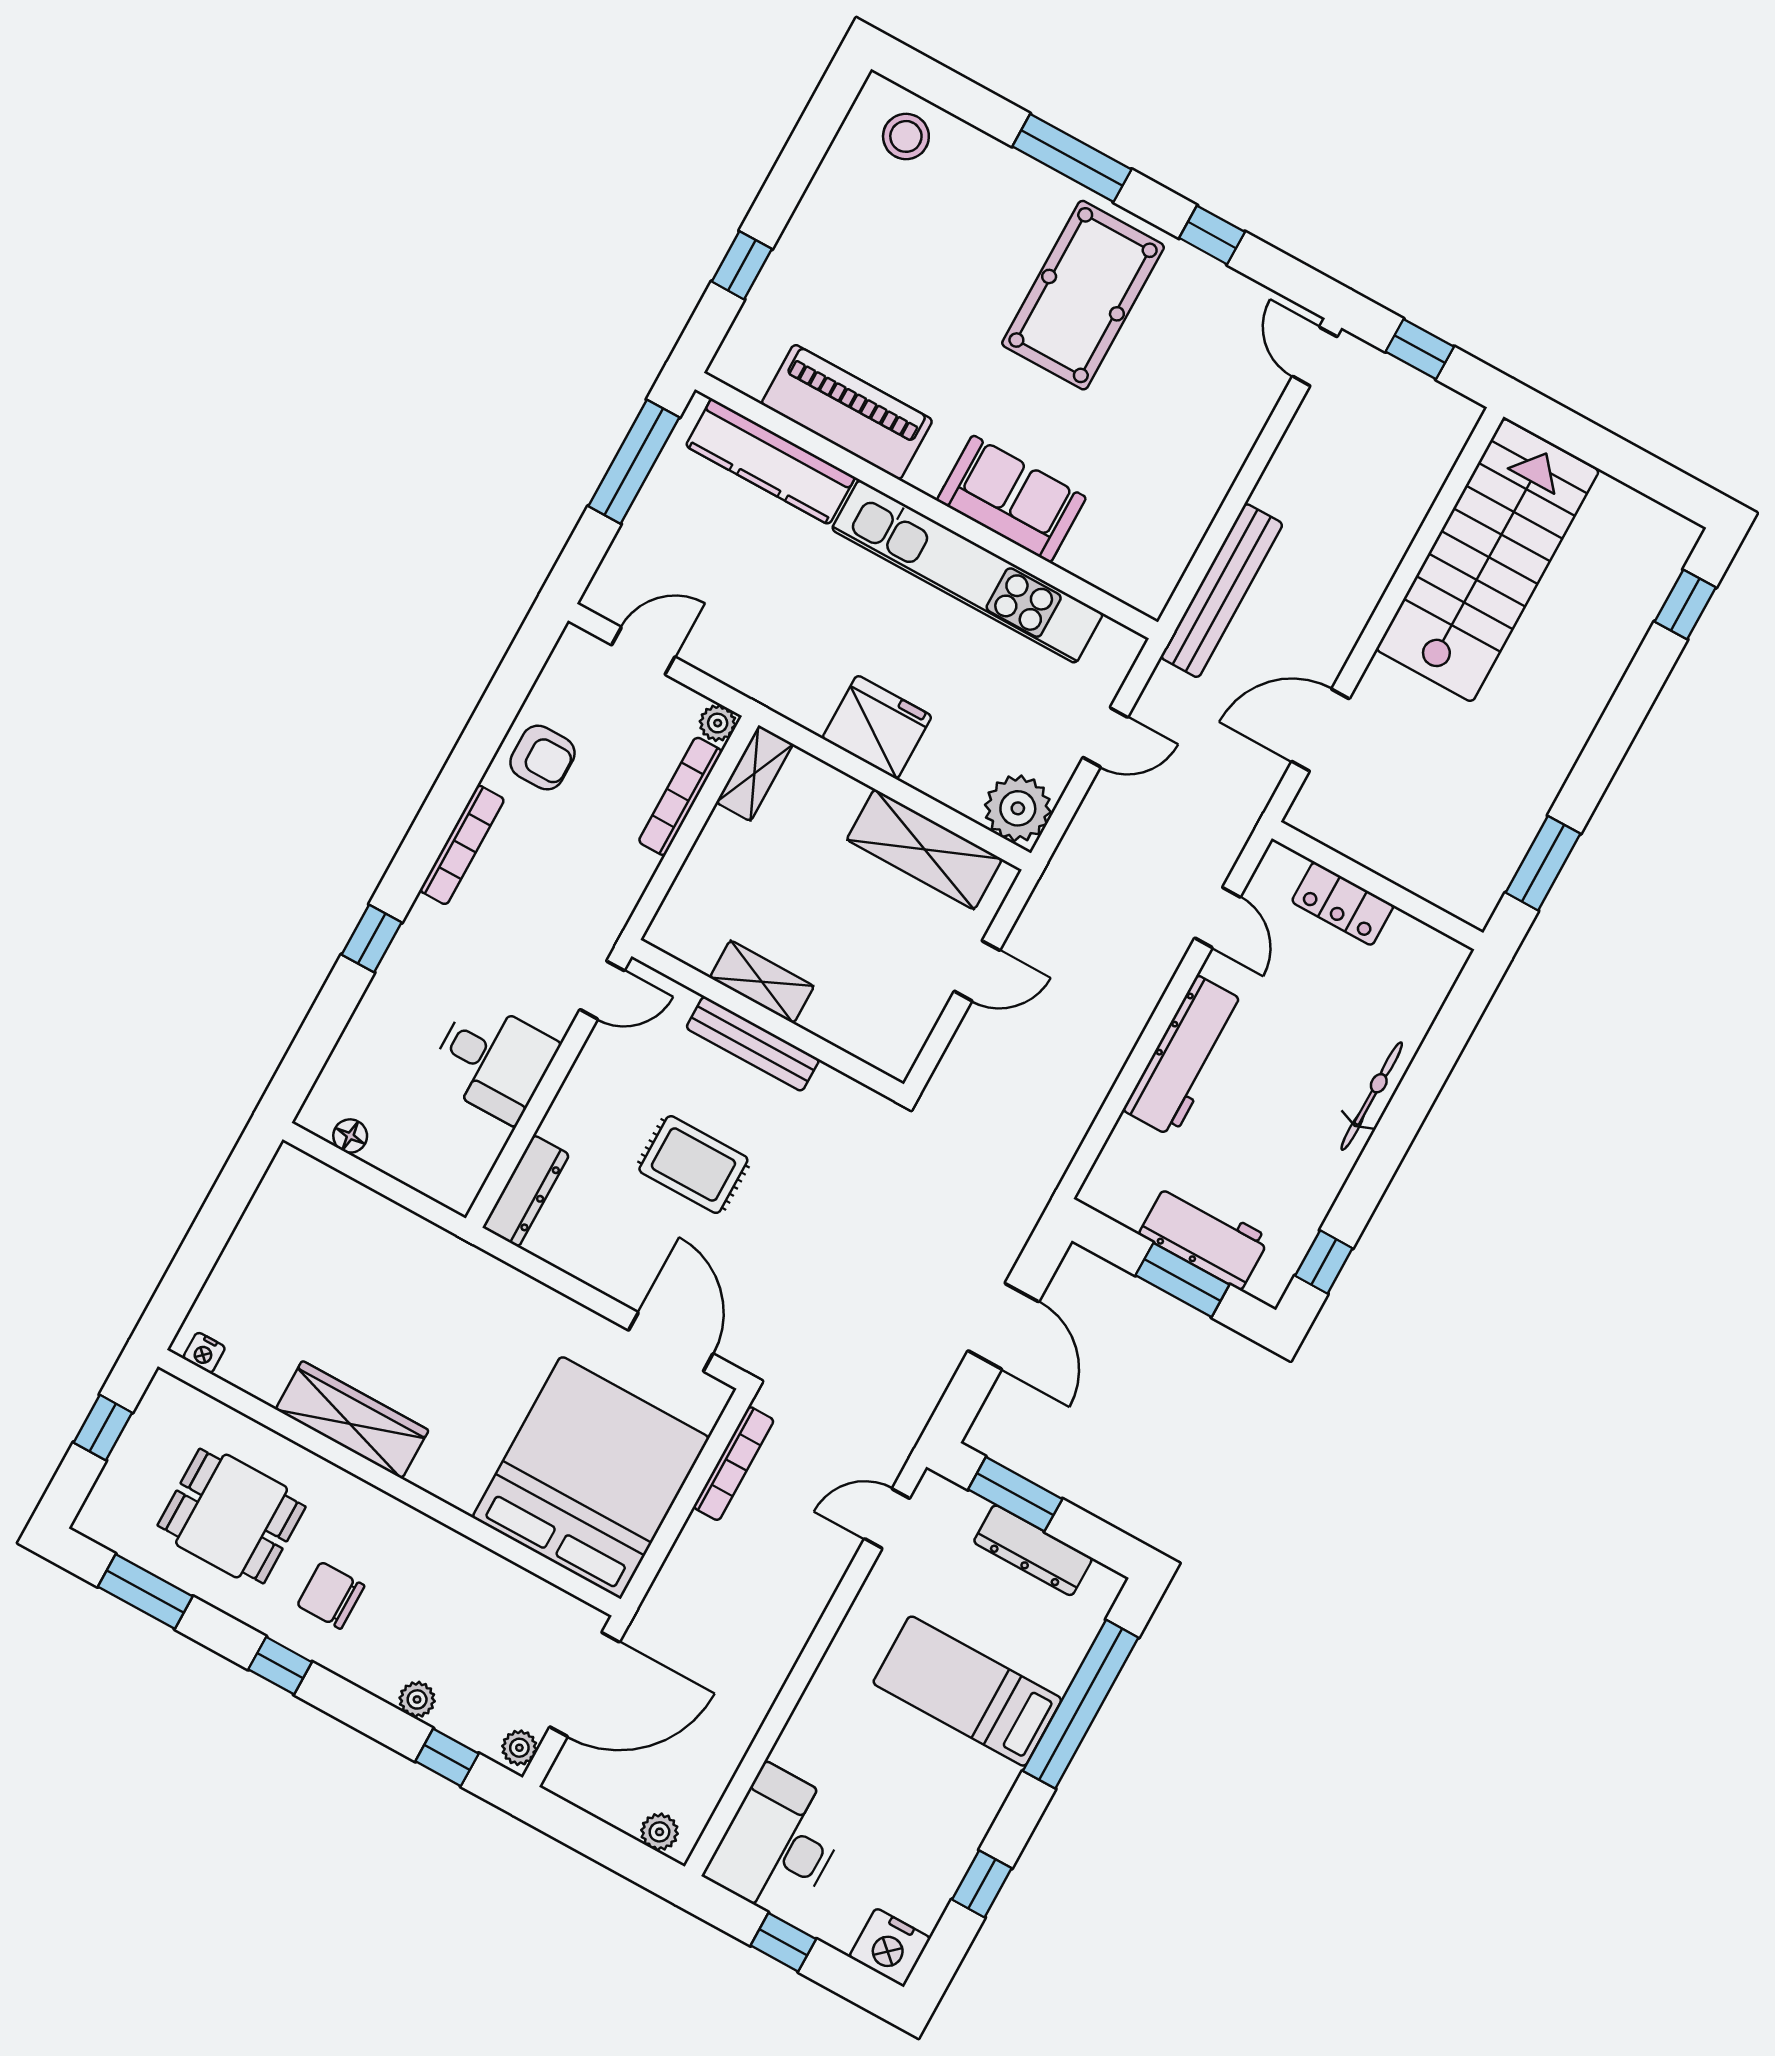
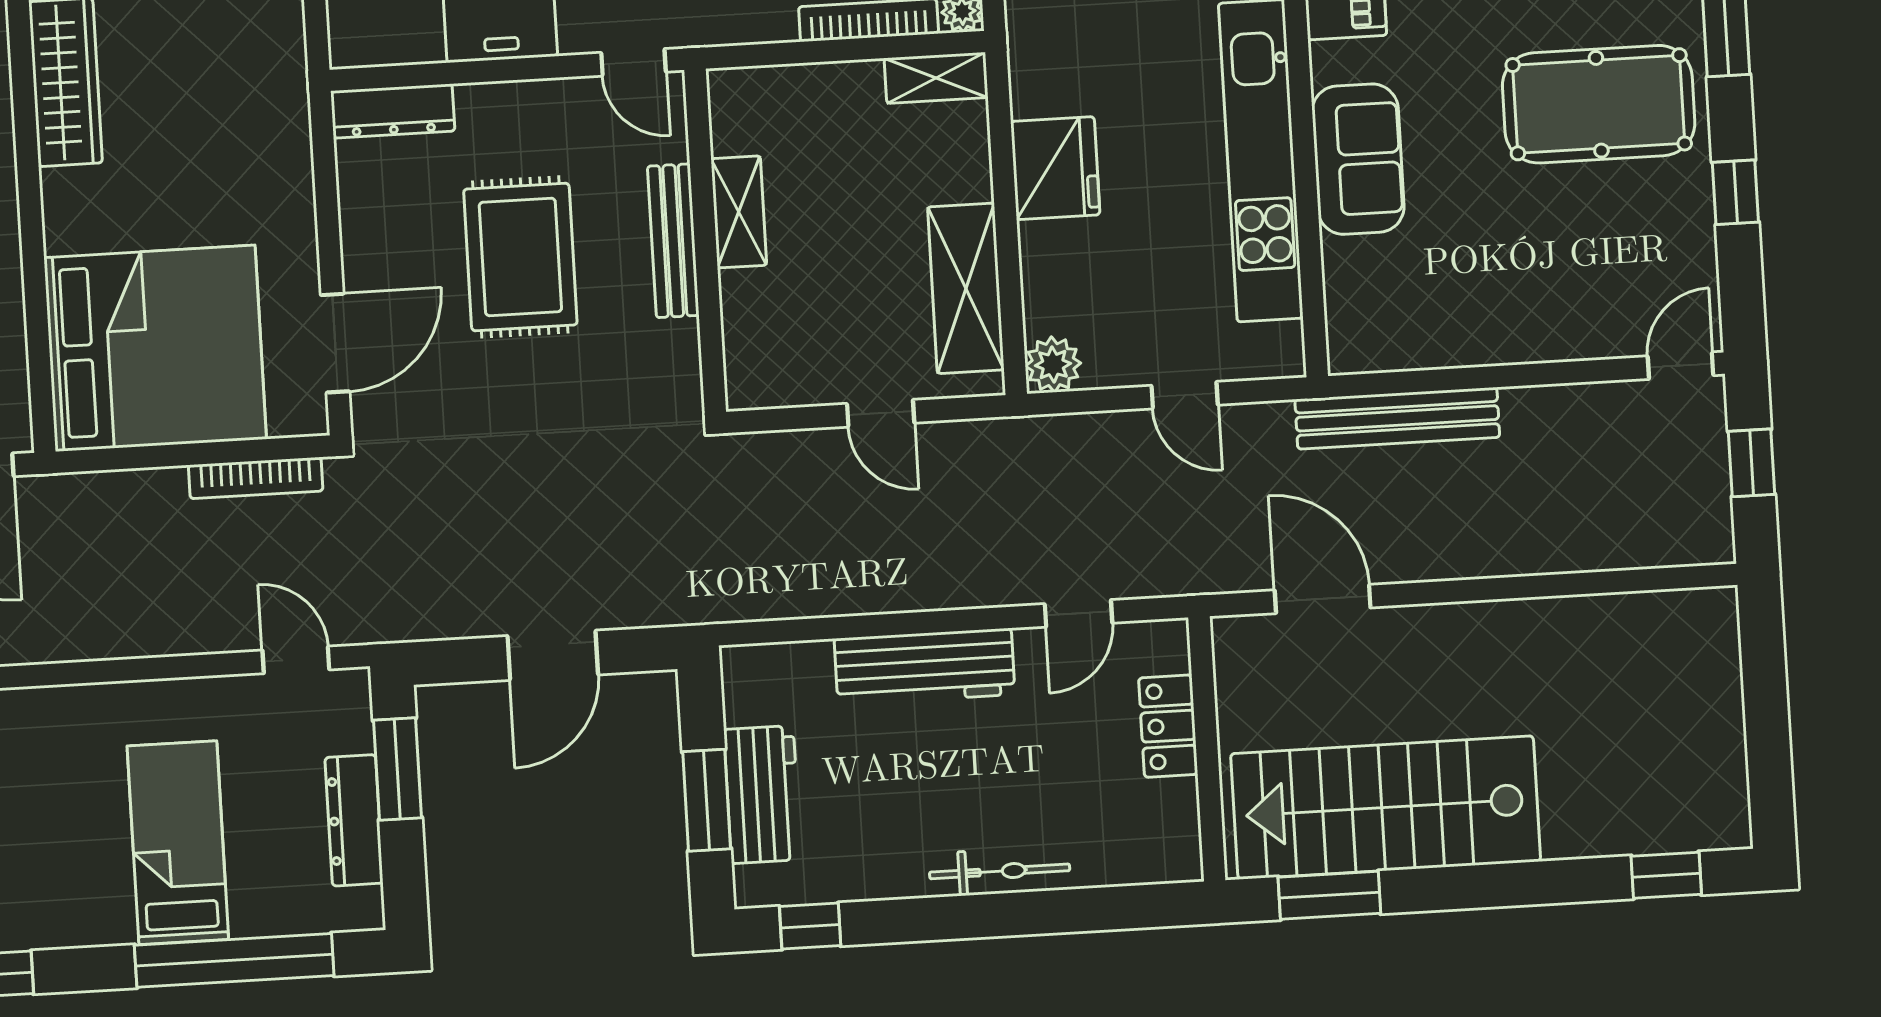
stairs: (1487, 560) -> (1386, 808), moved, turned 180
plant: (1018, 808) -> (1053, 365), width x0.73, depth x0.73
rug: (693, 1165) -> (520, 257), width x1.36, depth x1.43

